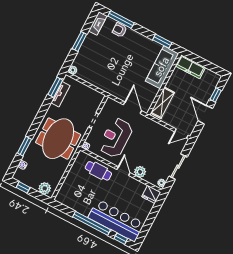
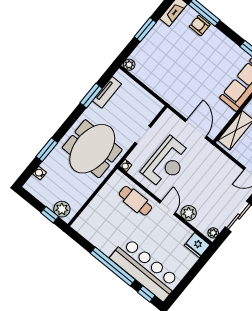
window: (55, 87) -> (91, 96), moved
reception desk: (116, 138) -> (167, 163), turned 180
window: (23, 187) -> (50, 215), moved

